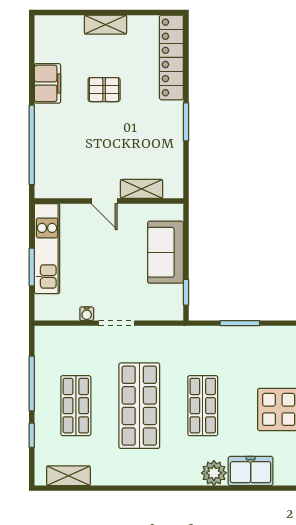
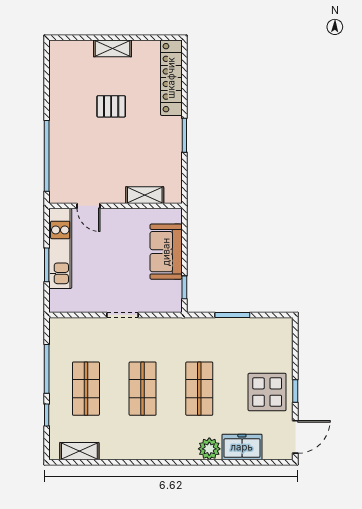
filing cabinet: (48, 83) -> (61, 101), removed
door: (104, 201) -> (88, 206), moved
water cooler: (87, 314) -> (96, 307), removed
shop shelf: (139, 406) -> (143, 389), width x0.70, depth x0.74

